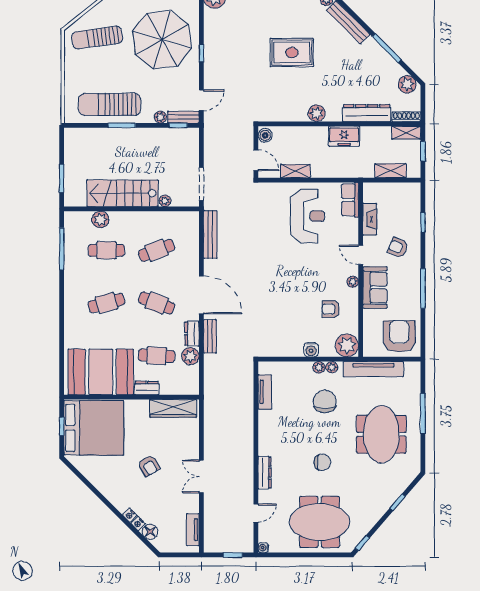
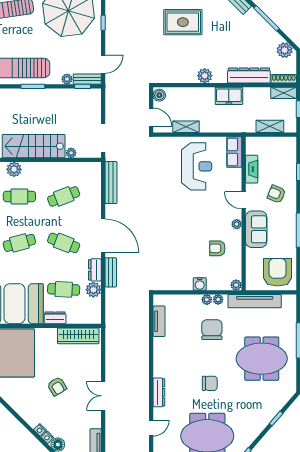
plant: (347, 345) -> (236, 285), width x0.53, depth x0.53
meeting table: (381, 434) -> (262, 359), turned 90

